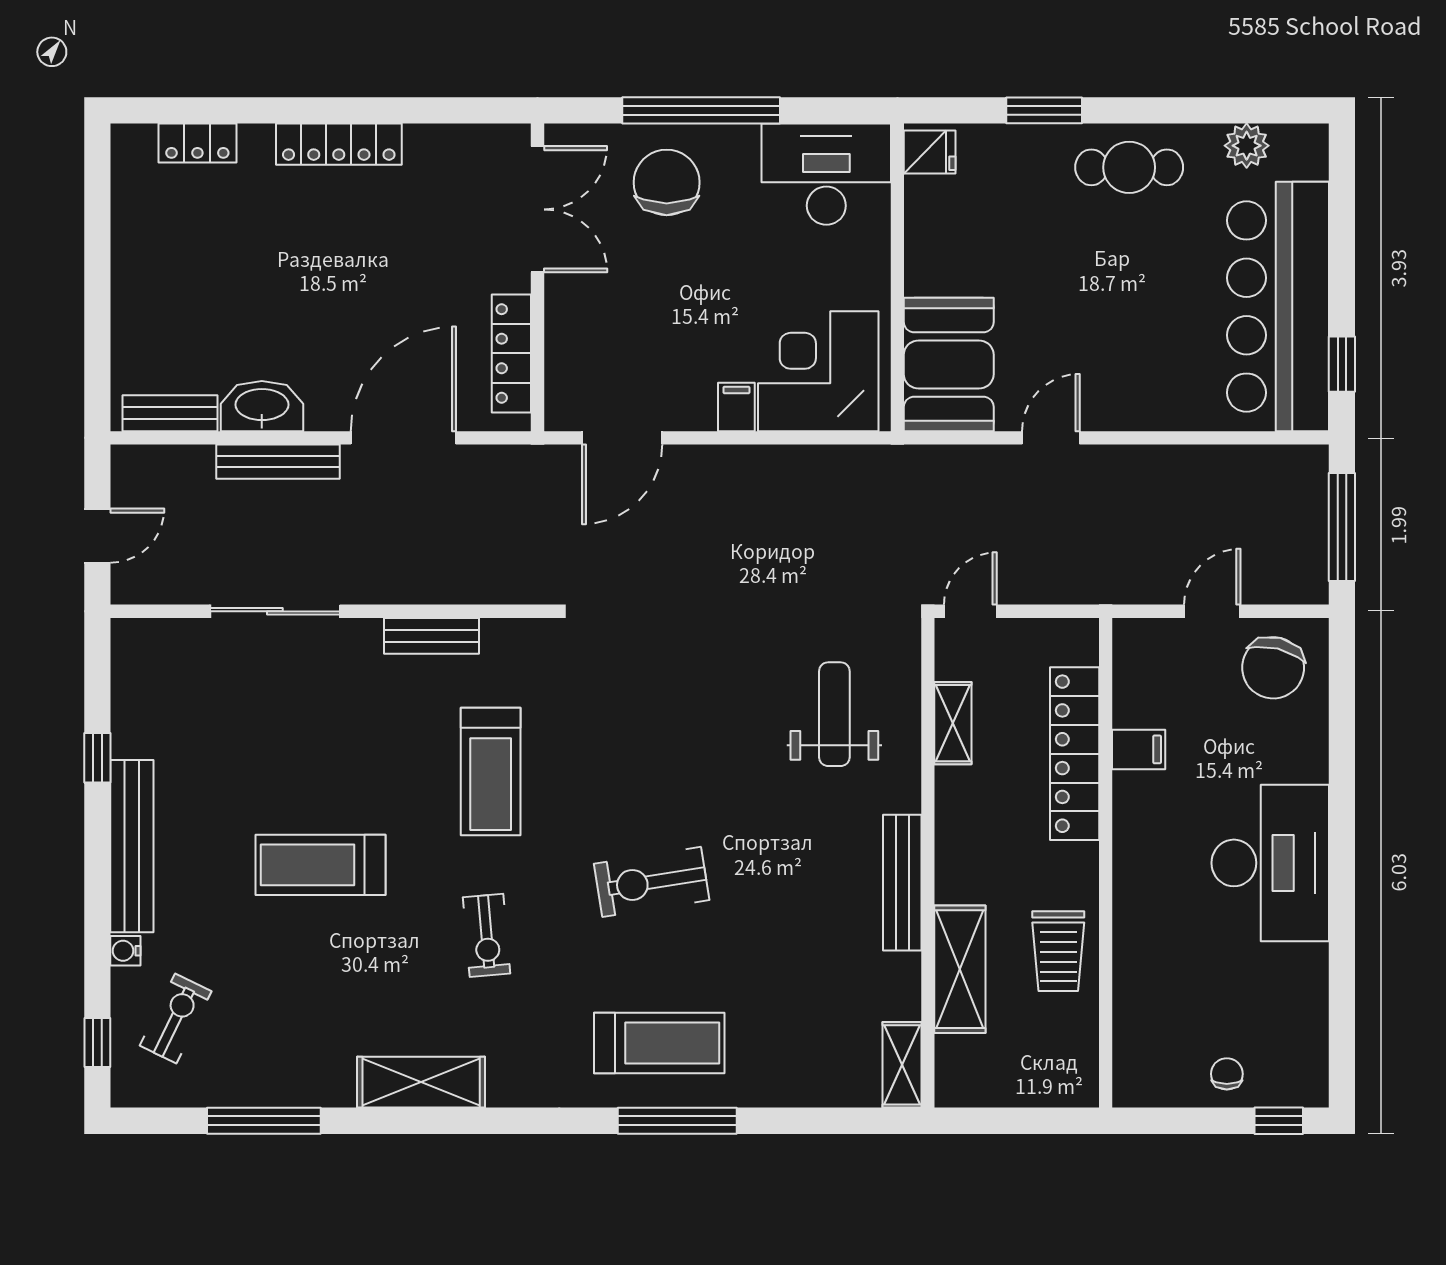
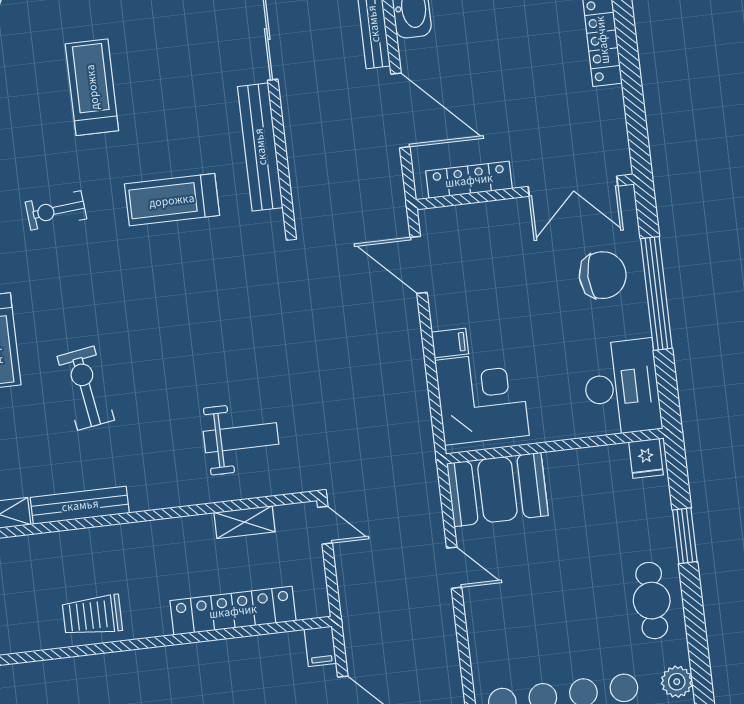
bench: (432, 636) -> (260, 147), width x1.86, depth x1.21
filing cabinet: (1139, 749) -> (320, 646), moved
exercise bike: (652, 882) -> (86, 388), moved
bench: (902, 883) -> (80, 505), moved
shelving: (960, 969) -> (71, 547), removed

